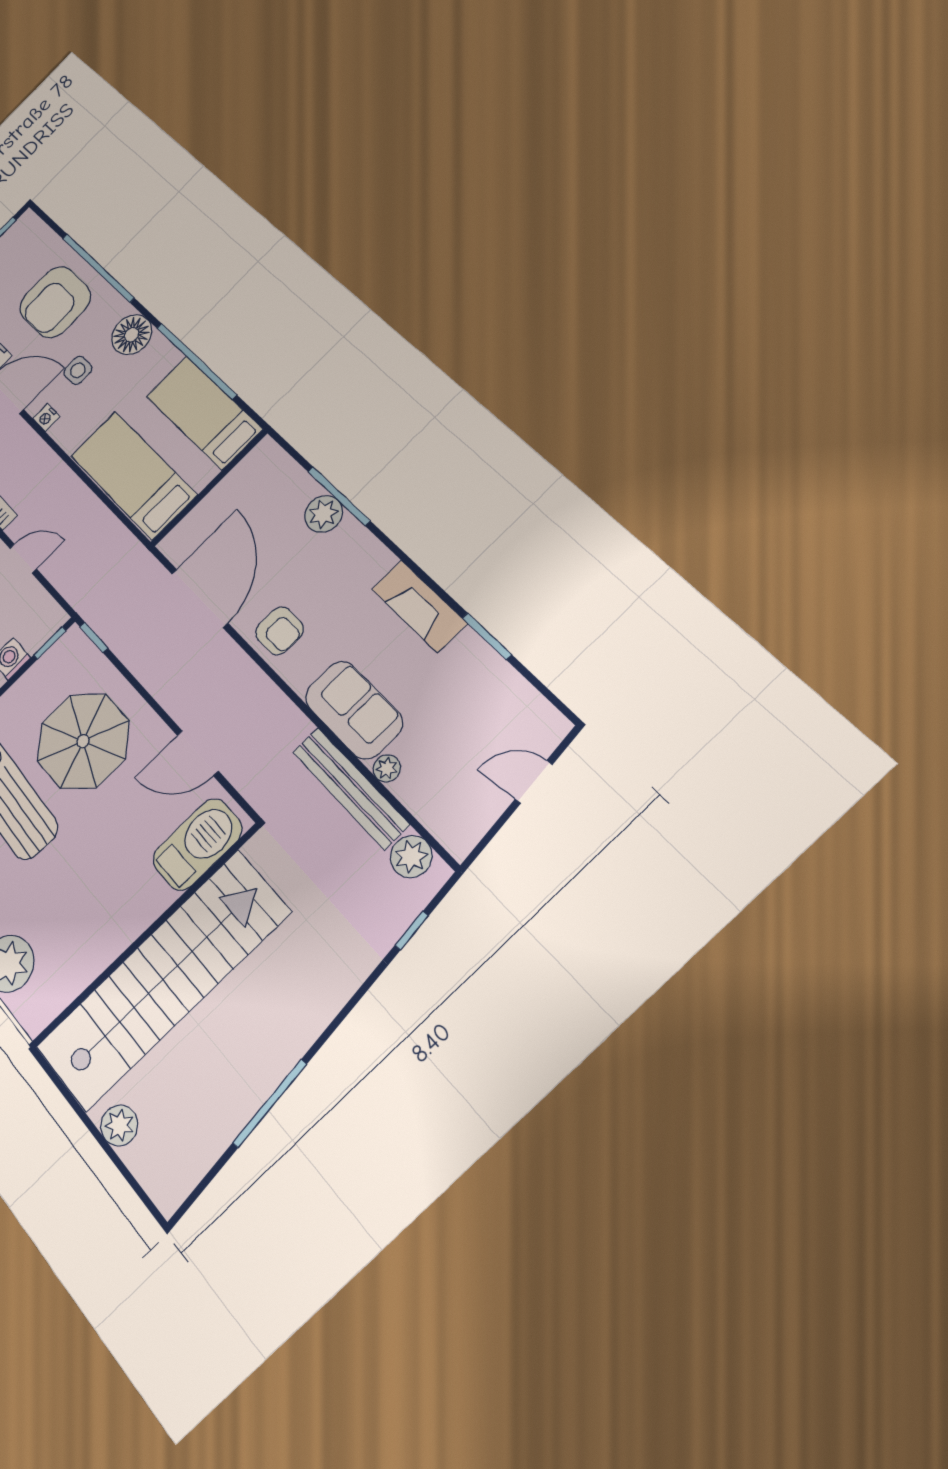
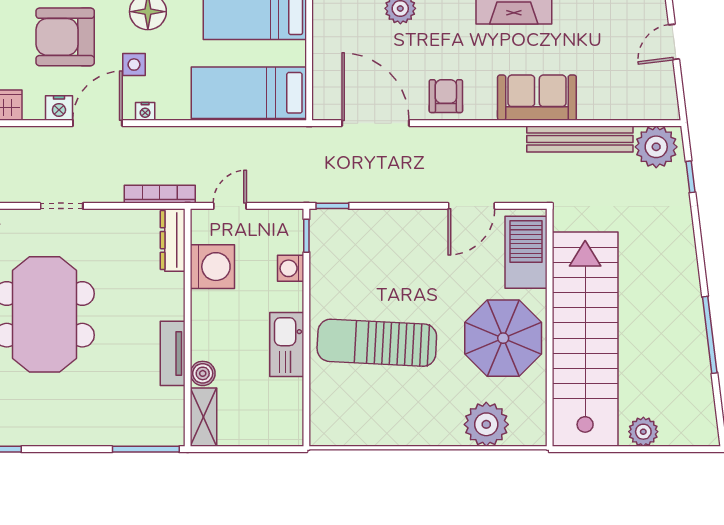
armchair: (55, 302) -> (65, 37), turned 90
armchair: (279, 631) -> (446, 96), turned -90
parasol: (83, 741) -> (503, 338), moved
plant: (387, 768) -> (589, 110), removed
plant: (411, 857) -> (656, 147), width x1.36, depth x1.36

